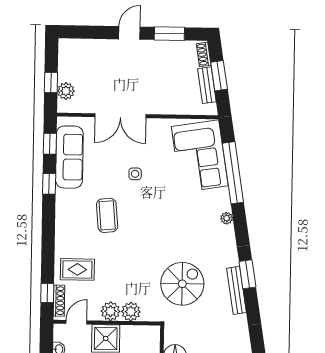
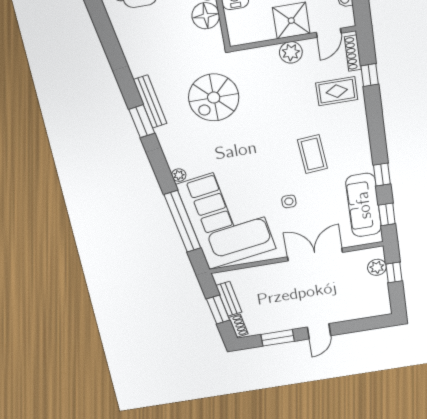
corner sofa: (200, 156) -> (226, 217), width x1.36, depth x1.36
window: (47, 293) -> (370, 75), moved
plant: (131, 312) -> (267, 56), removed

